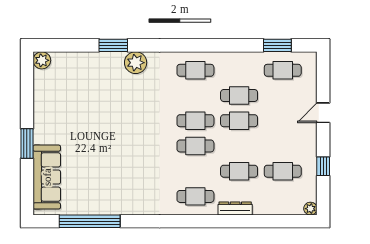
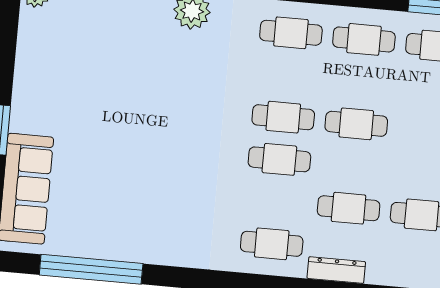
cafe table: (239, 96) -> (364, 39), moved

